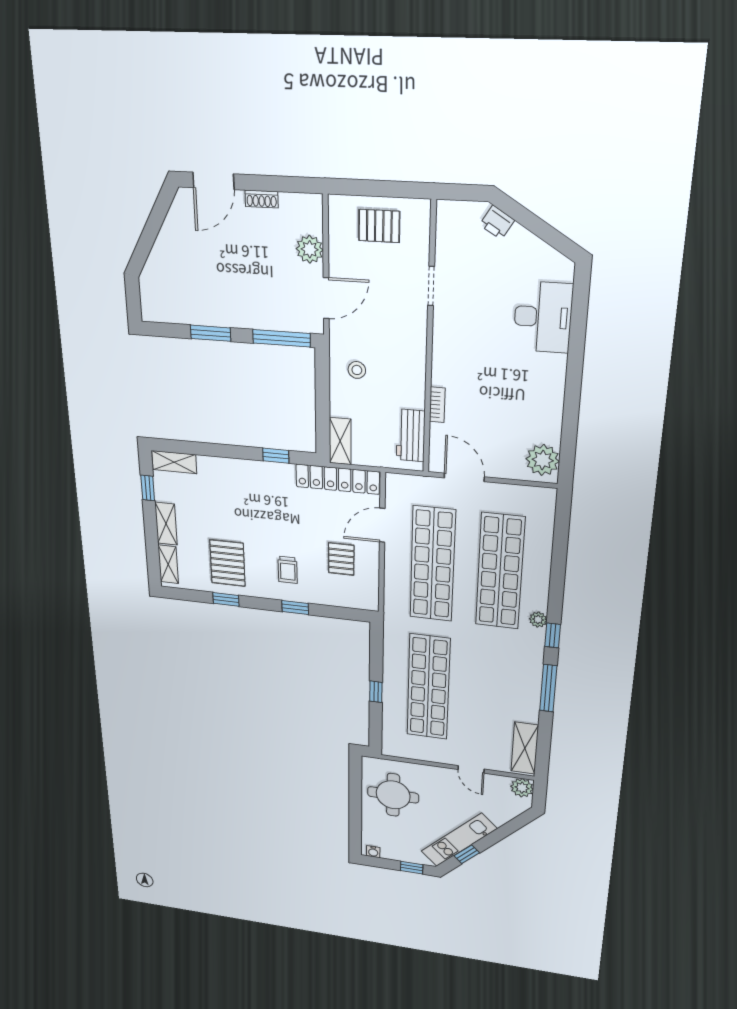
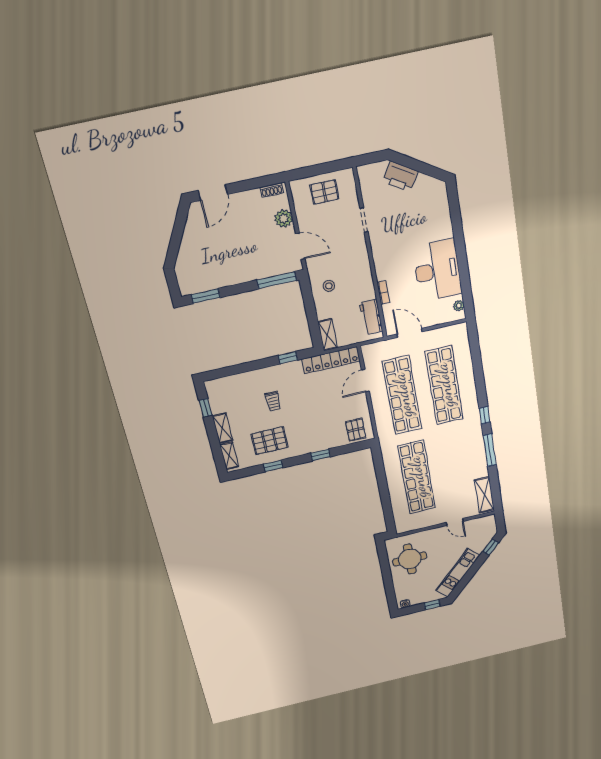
shoe rack: (262, 199) -> (272, 190), moved
printer: (497, 222) -> (400, 176), width x1.87, depth x1.48
door: (326, 298) -> (300, 246), hinge flipped
desk: (543, 317) -> (437, 270), moved, width x1.36, depth x1.30
window: (211, 333) -> (206, 296), moved
plant: (543, 460) -> (459, 306), width x0.53, depth x0.53
shelving: (174, 462) -> (221, 384), removed
pallet: (341, 559) -> (356, 430), moved
pallet: (227, 563) -> (270, 441), turned 90
trolley: (288, 570) -> (273, 401), moved
plant: (538, 620) -> (474, 408), removed
window: (376, 692) -> (384, 493), removed
plant: (522, 788) -> (489, 522), removed
window: (467, 854) -> (491, 547), moved

